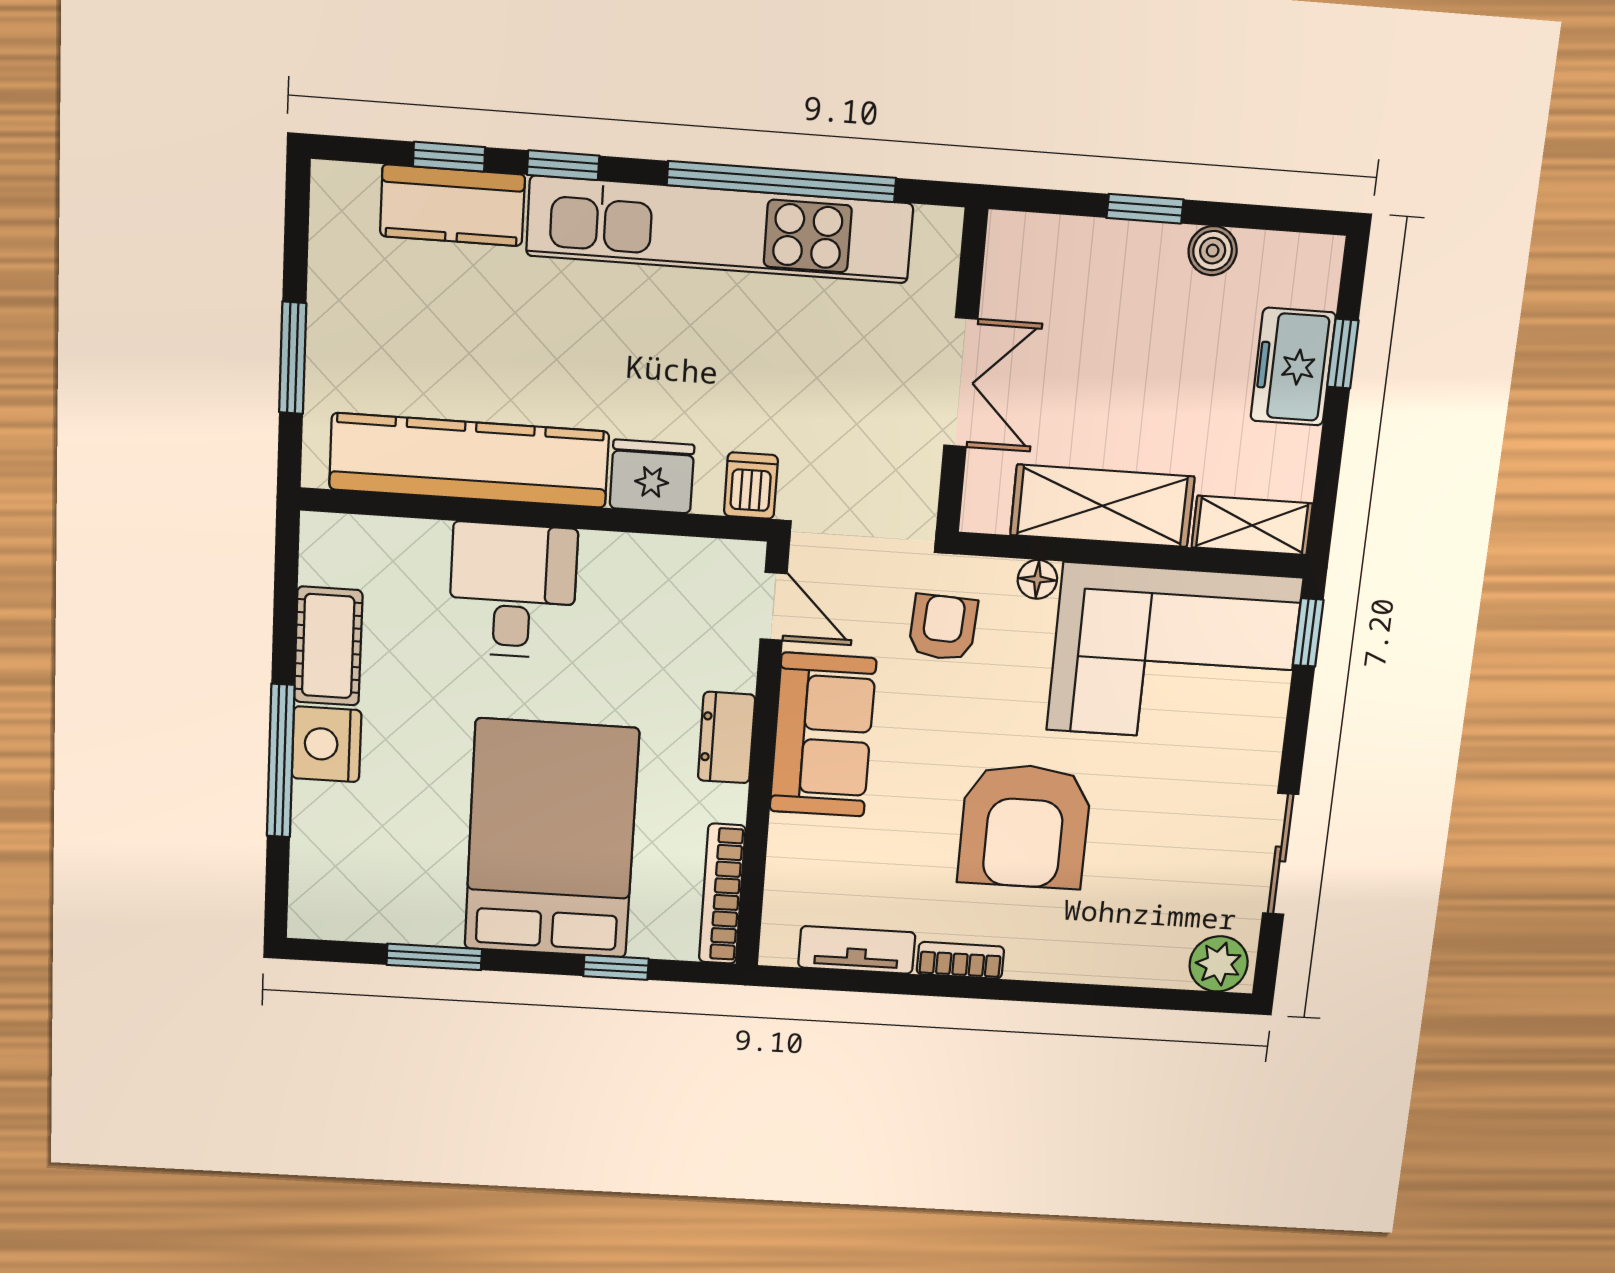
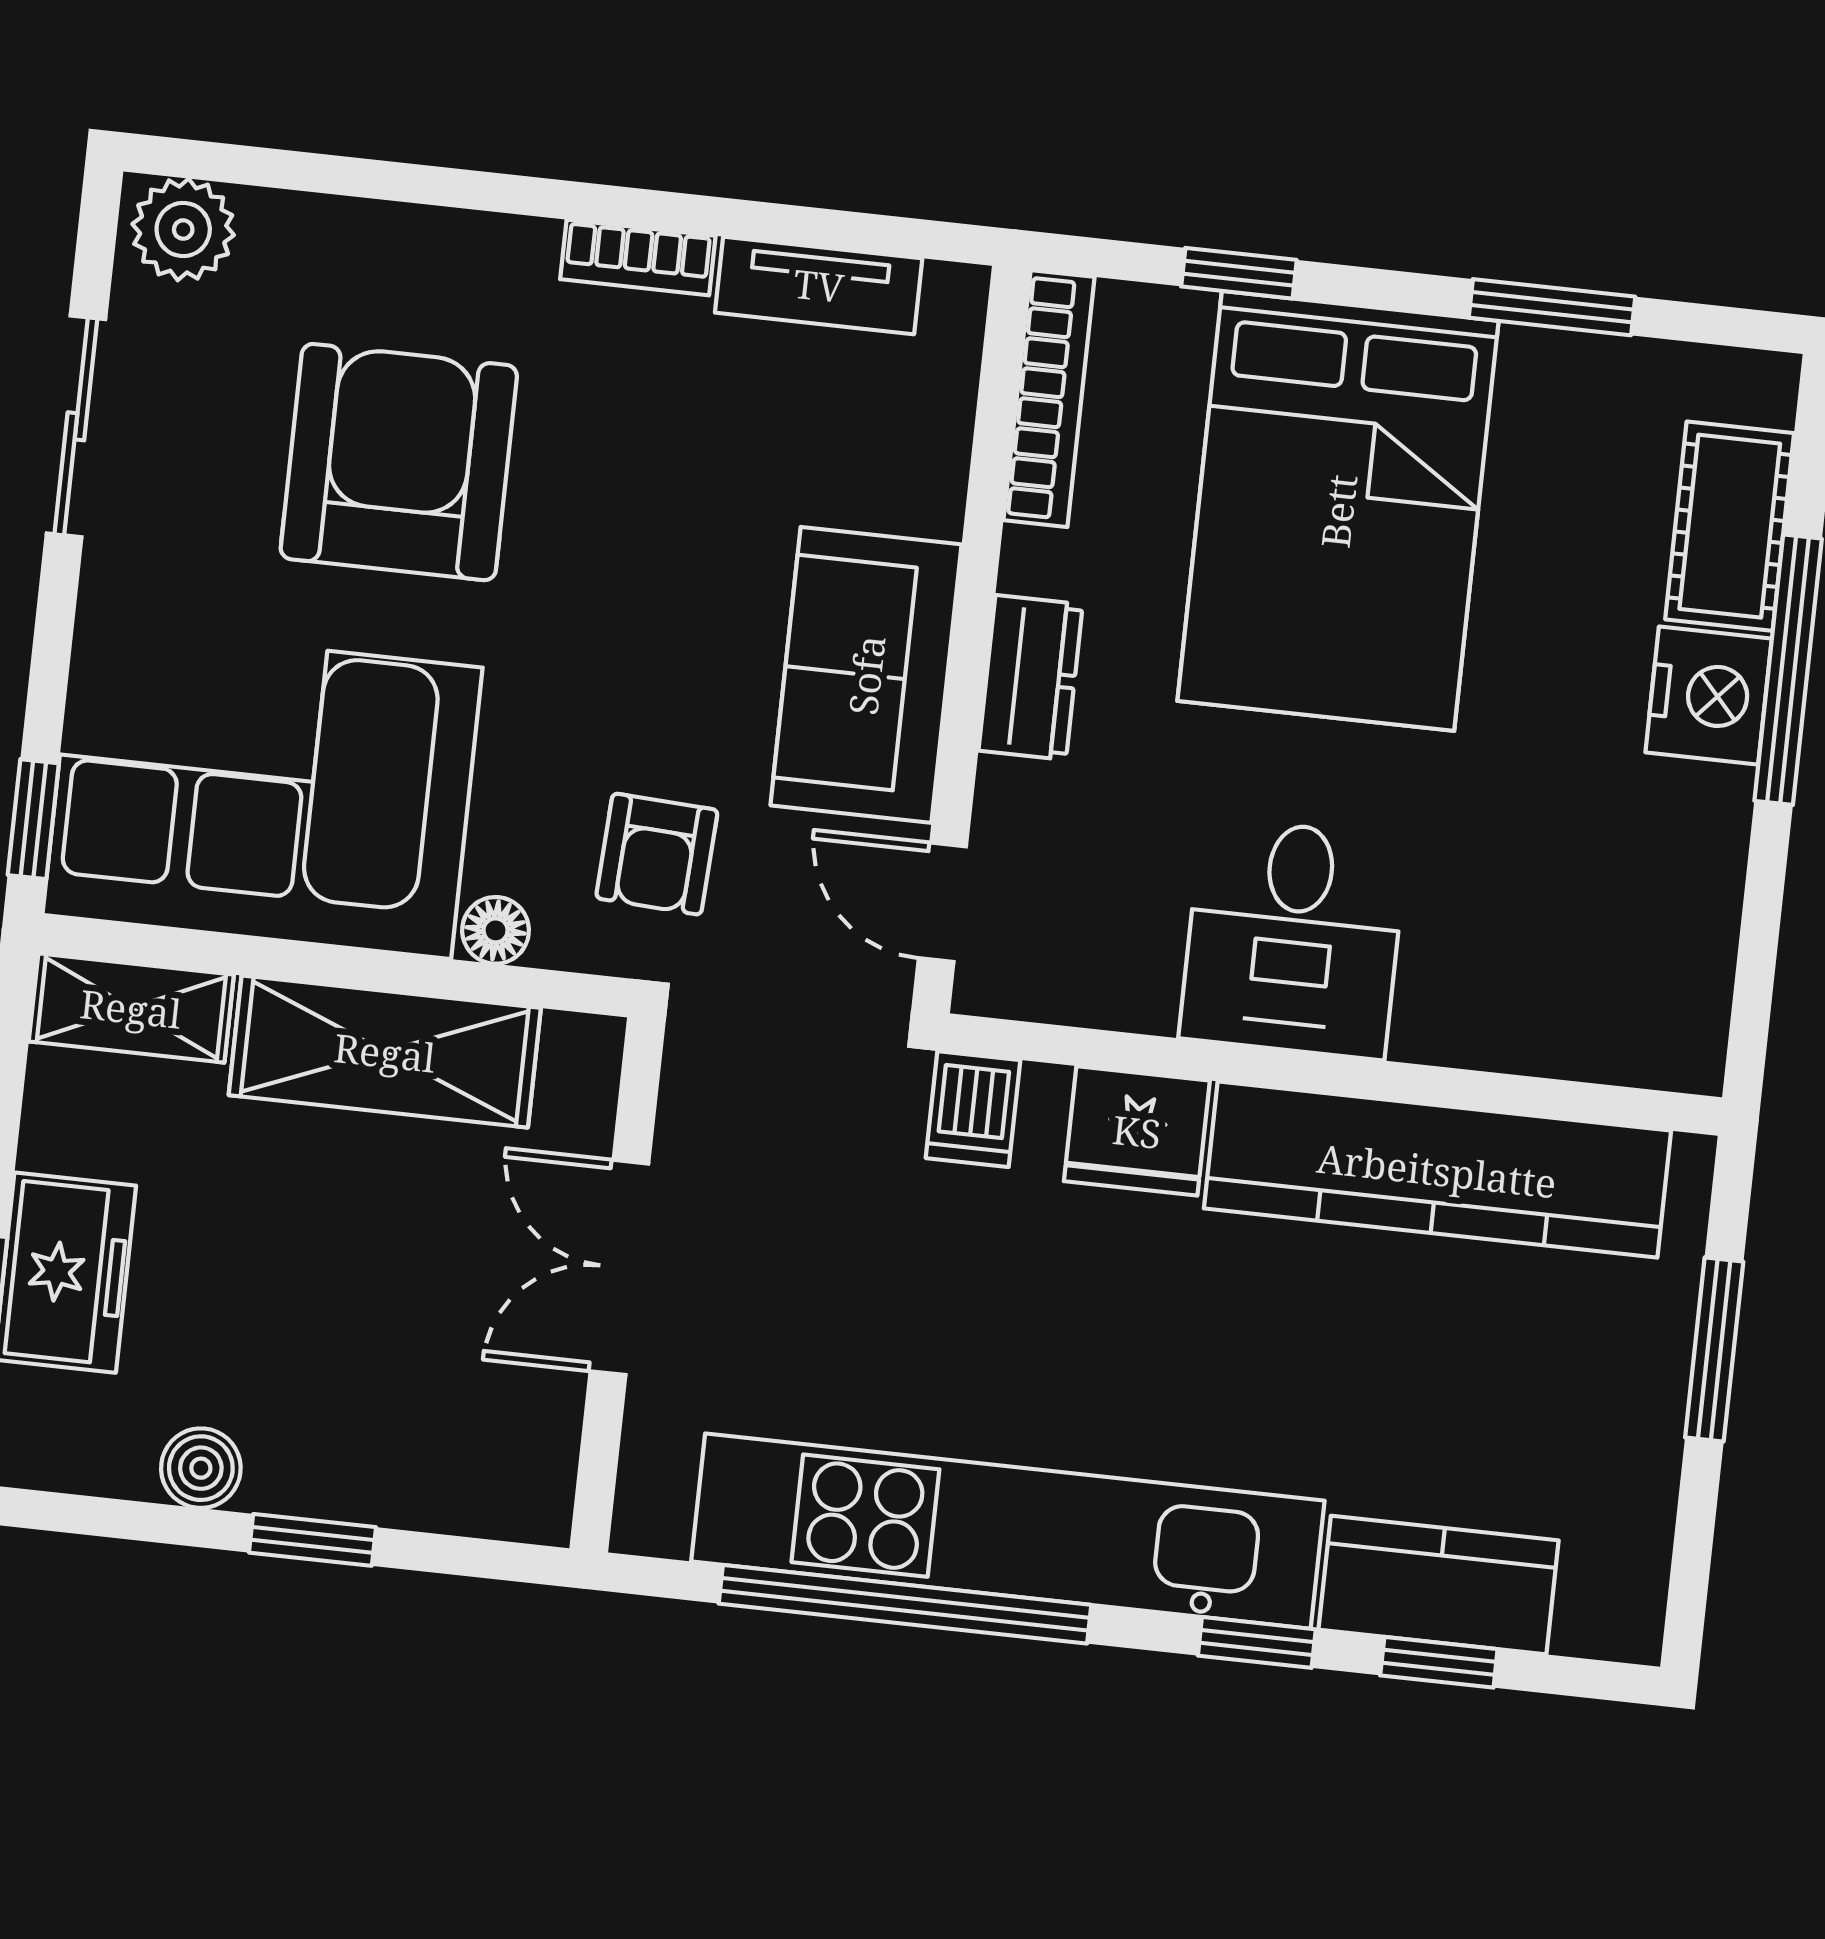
desk: (513, 591) -> (1293, 938), moved
cot: (328, 646) -> (1730, 526), moved
armchair: (1024, 826) -> (399, 462), moved

